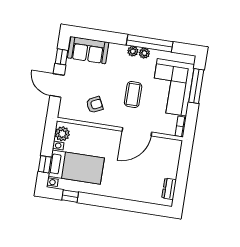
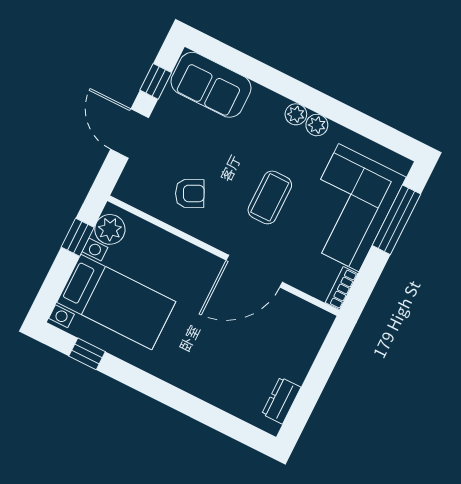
window: (150, 43) -> (333, 109), removed
window: (45, 164) -> (78, 237), moved

